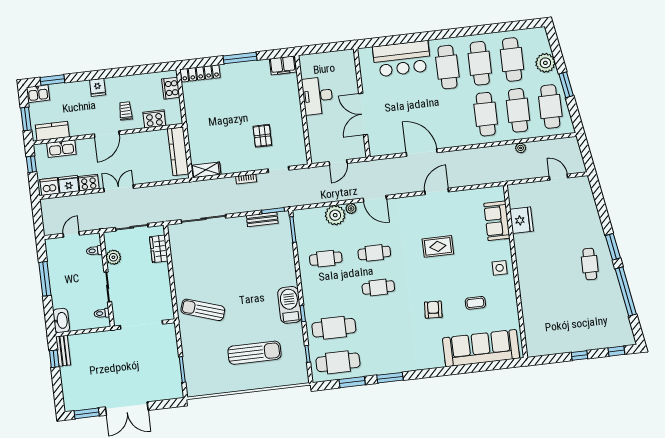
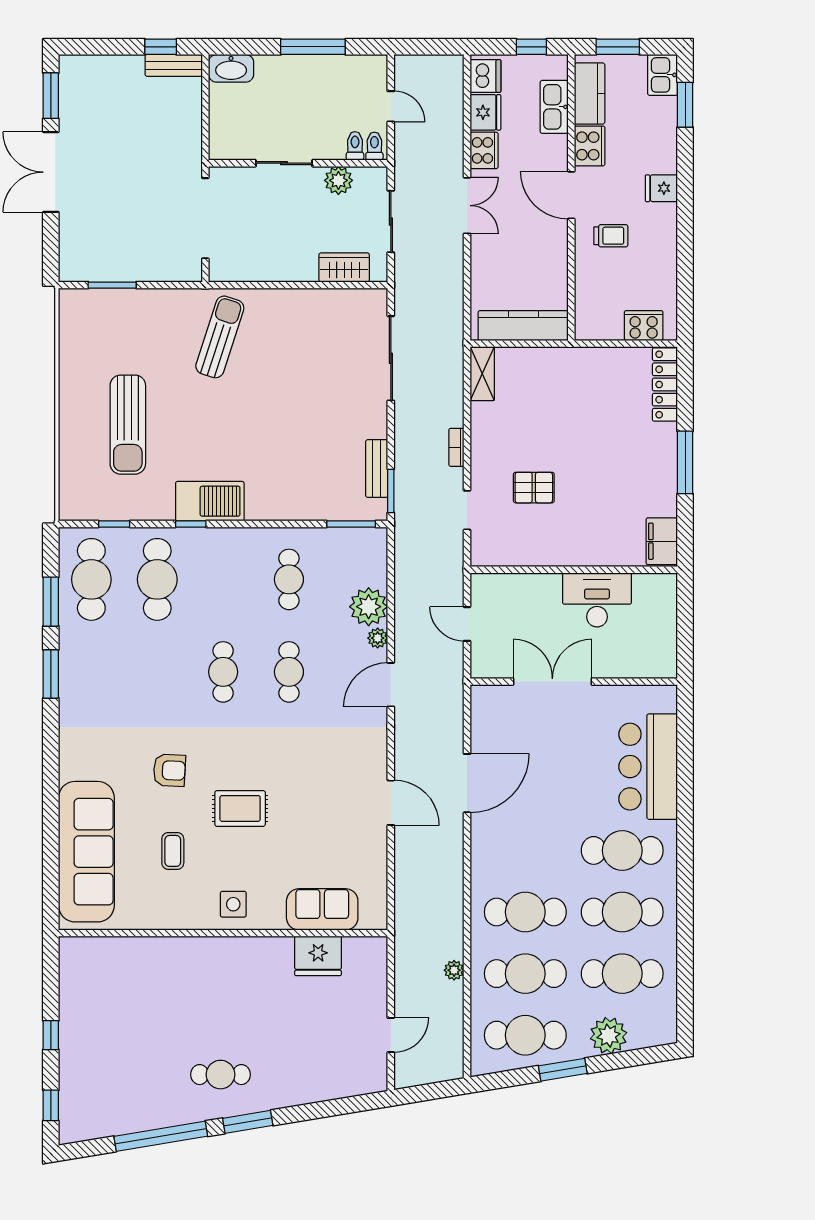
cooker: (154, 119) -> (590, 146), moved
rug: (438, 246) -> (240, 808), moved, turned 90
toilet: (102, 313) -> (374, 146), moved

